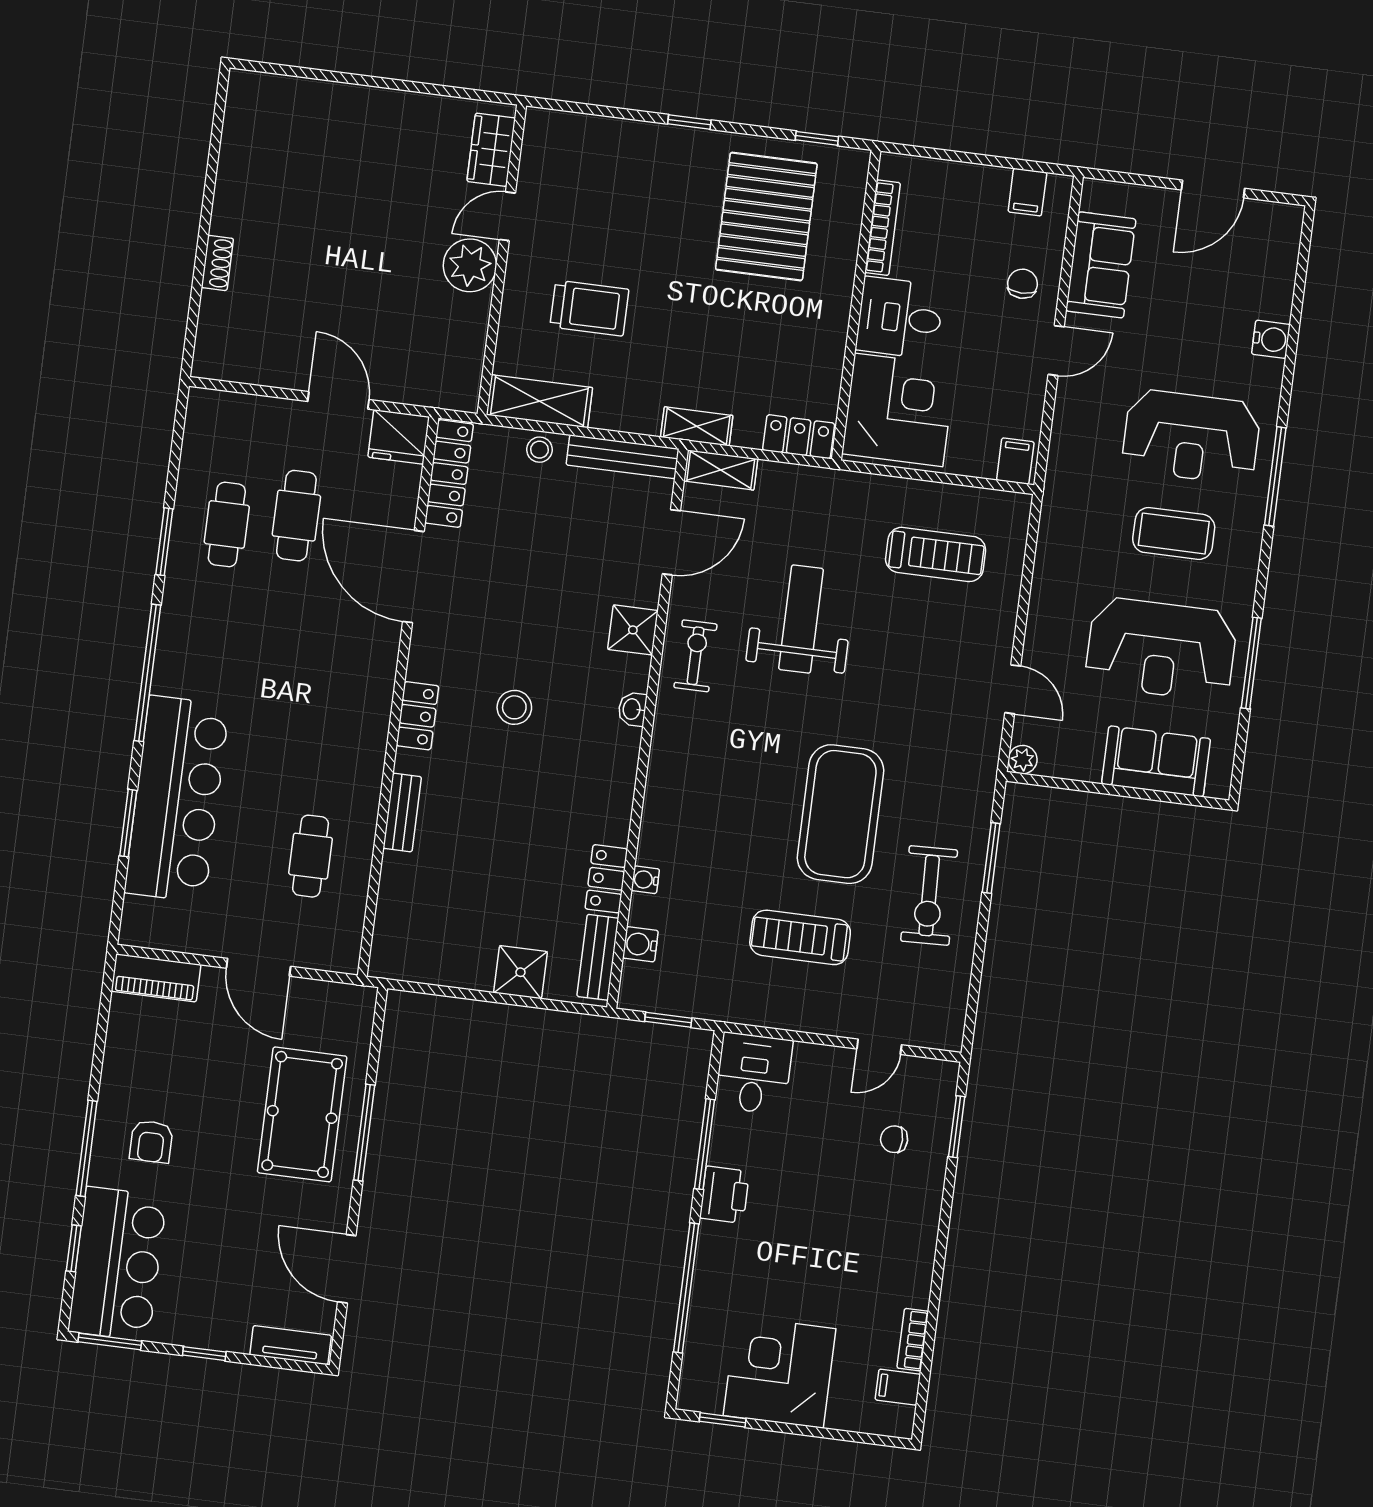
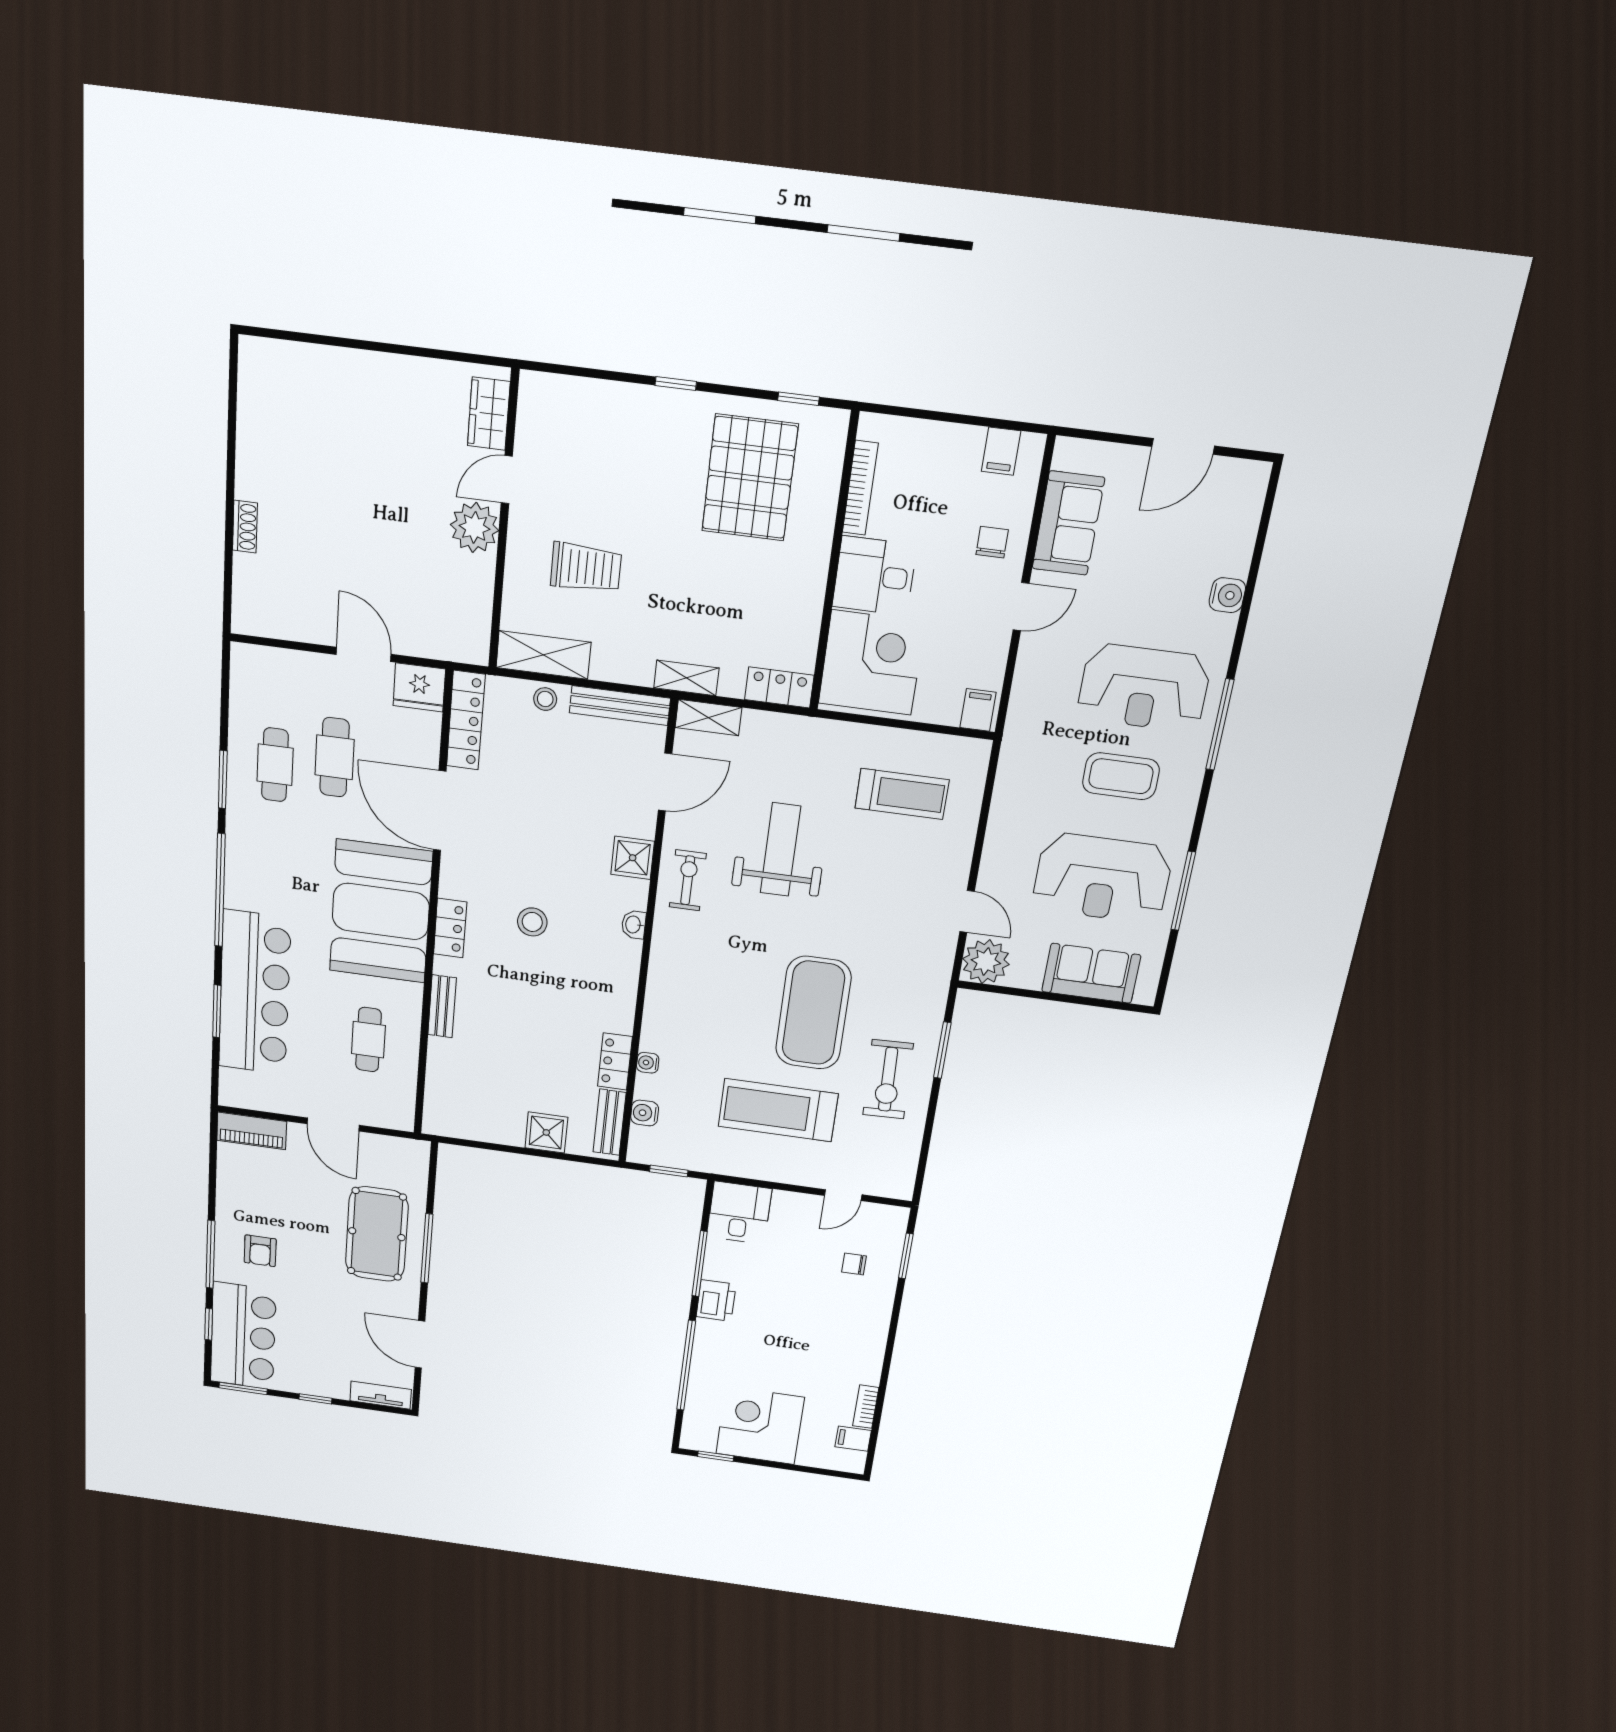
booth: (337, 697) -> (381, 911), added
plant: (1023, 760) -> (986, 962), width x1.88, depth x1.88
treadmill: (800, 937) -> (778, 1110), width x1.37, depth x1.38

